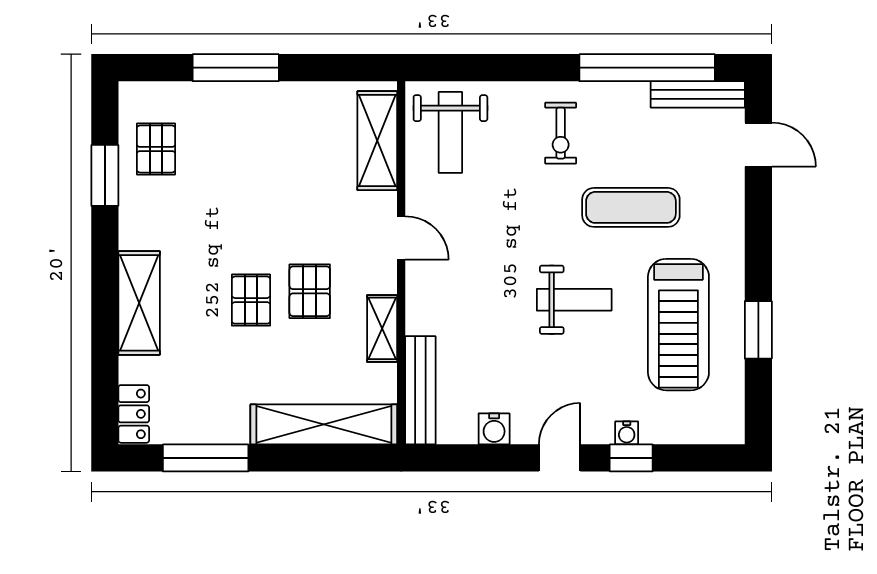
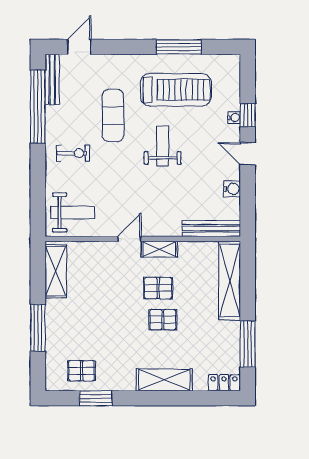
shelving: (377, 141) -> (56, 271), moved, turned 90
shelving: (382, 328) -> (159, 249), moved
window: (758, 330) -> (179, 47), width x1.44

